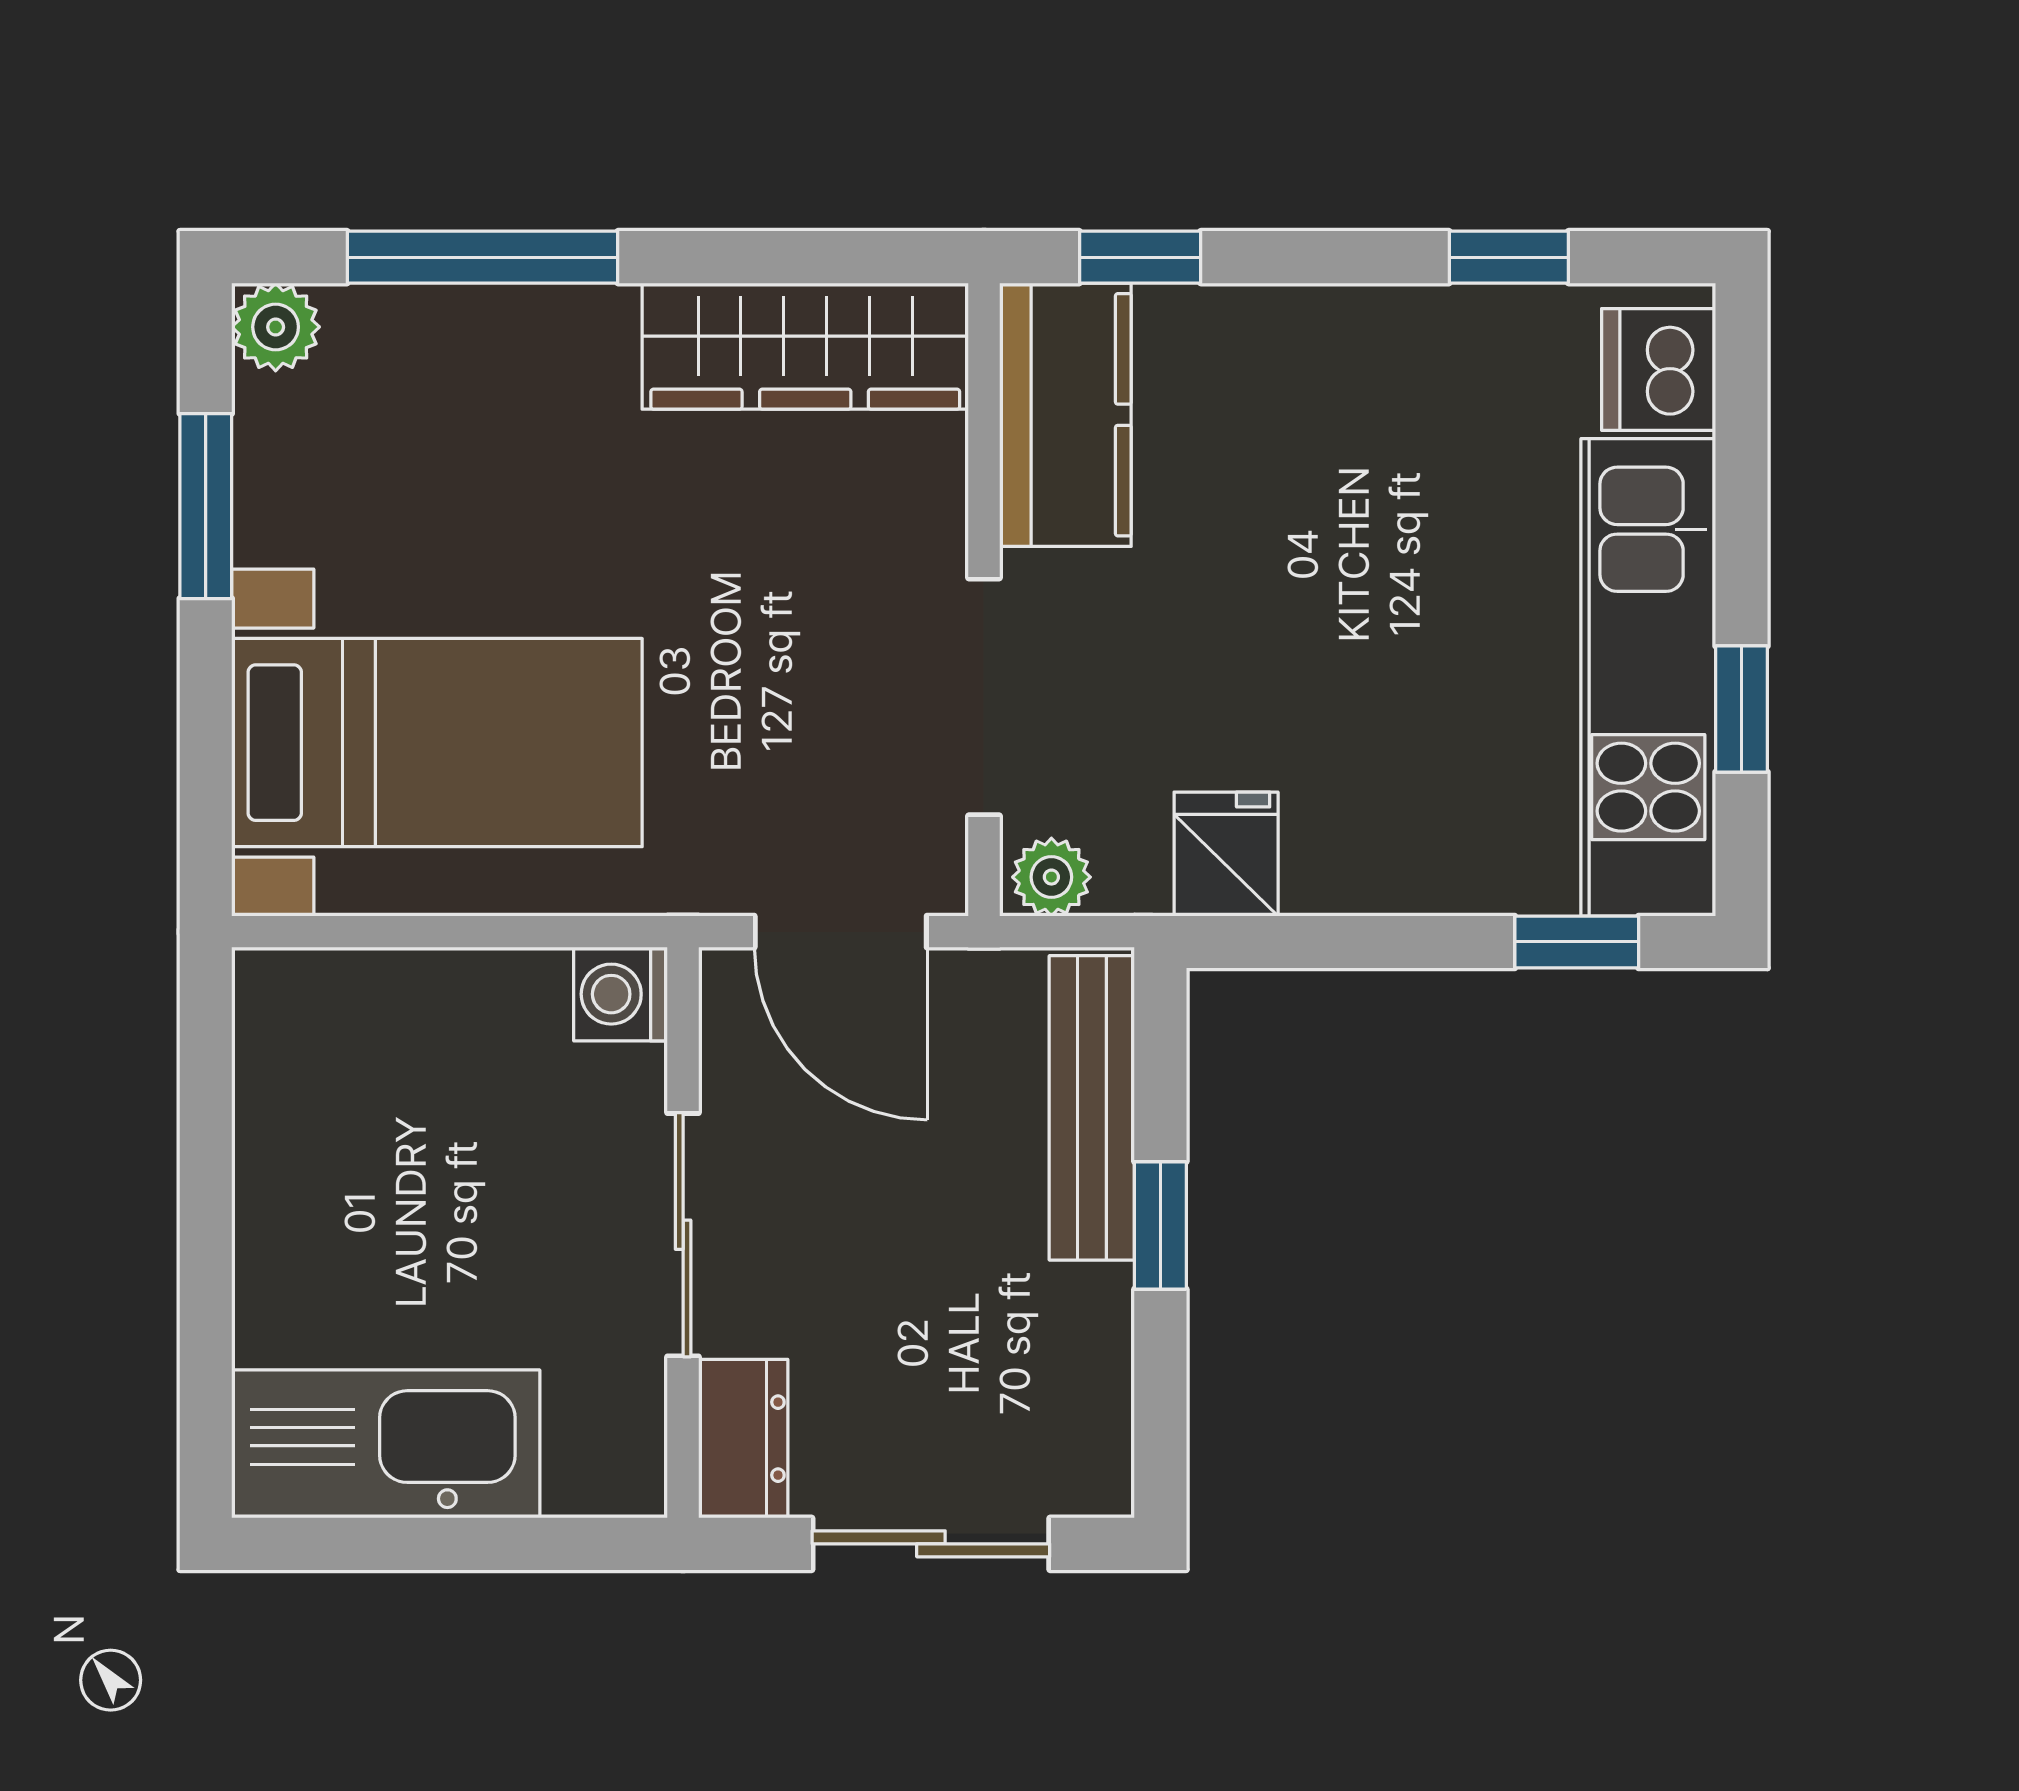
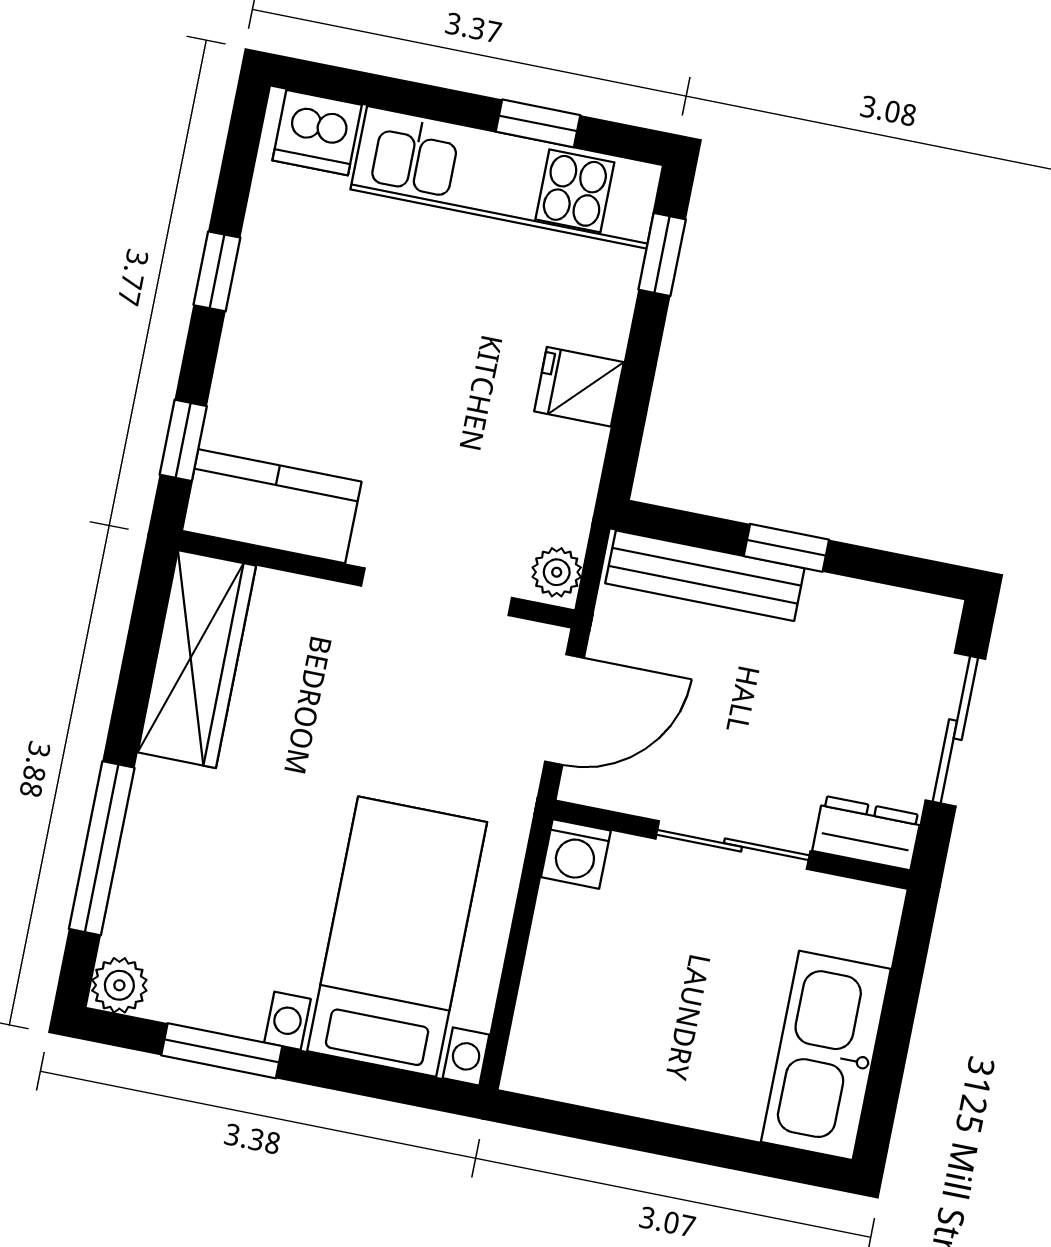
window: (1509, 257) -> (217, 271), moved
fridge: (1226, 854) -> (579, 387), moved

